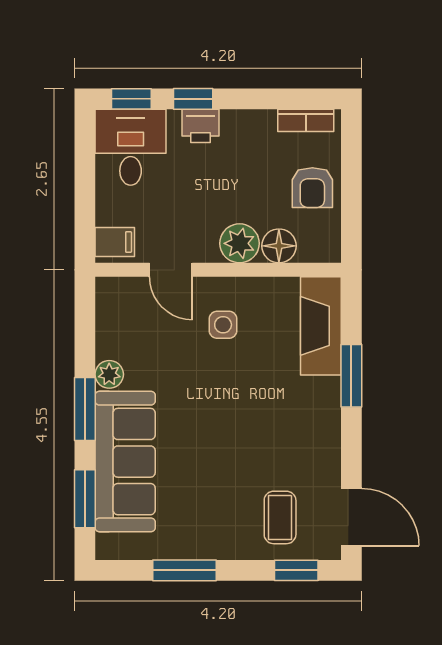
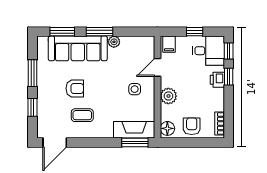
window: (85, 180) -> (195, 32), added
armchair: (312, 188) -> (192, 126), turned 90
floor lamp: (279, 246) -> (167, 128), moved
window: (351, 376) -> (135, 143), moved
armchair: (222, 469) -> (75, 88), added
coffee table: (280, 517) -> (82, 115), moved
window: (296, 570) -> (32, 107), moved

